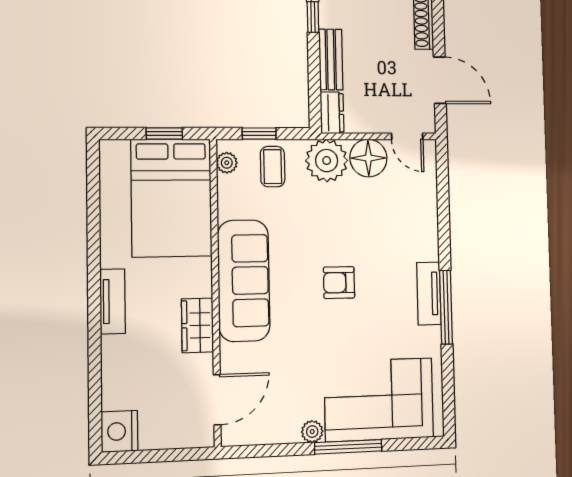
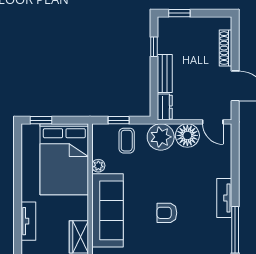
window: (164, 134) -> (41, 120), moved
plant: (227, 163) -> (98, 166), moved
tv unit: (429, 294) -> (224, 198), moved

